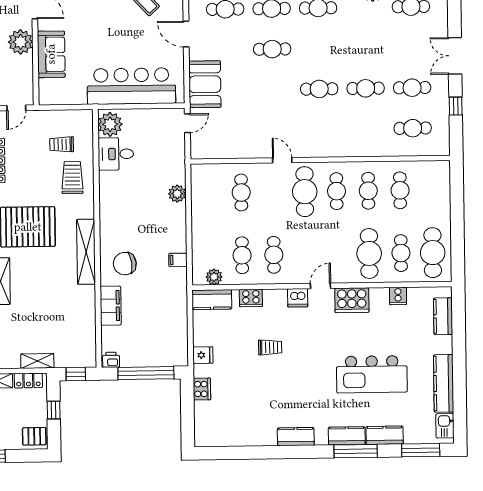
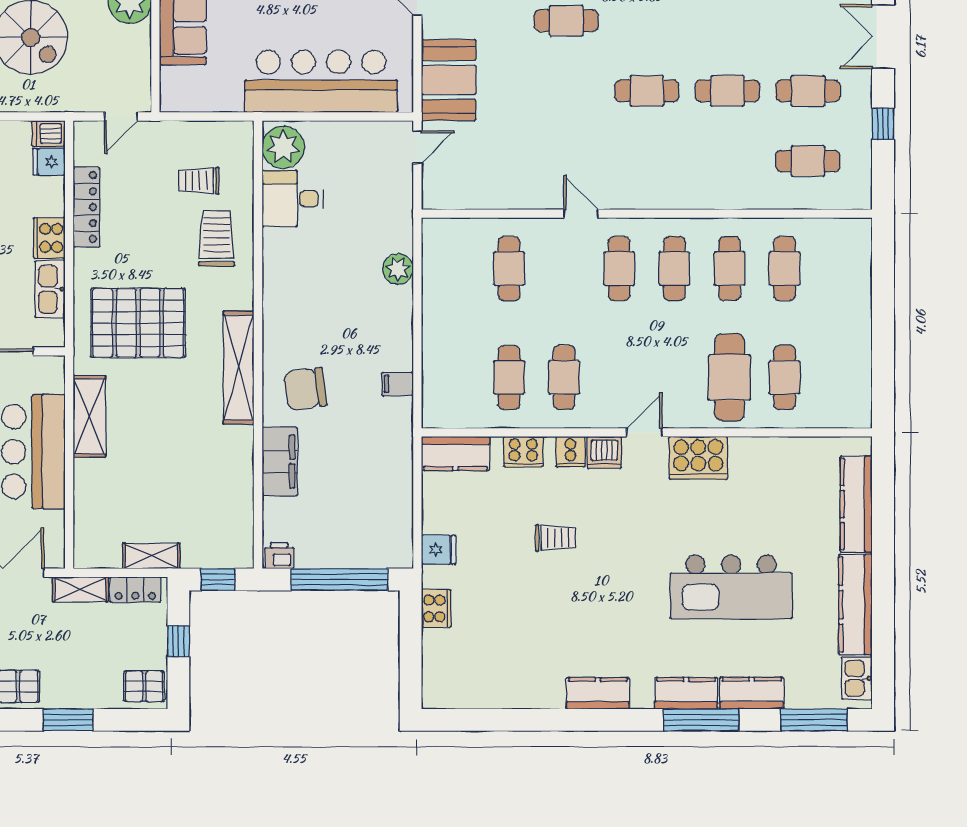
cafe table: (305, 192) -> (619, 269), width x0.73, depth x0.74
cafe table: (433, 253) -> (840, 377), removed
plant: (214, 277) -> (460, 414), removed
cooker: (398, 296) -> (570, 452), moved
kitchen counter: (443, 316) -> (856, 504), width x1.50

